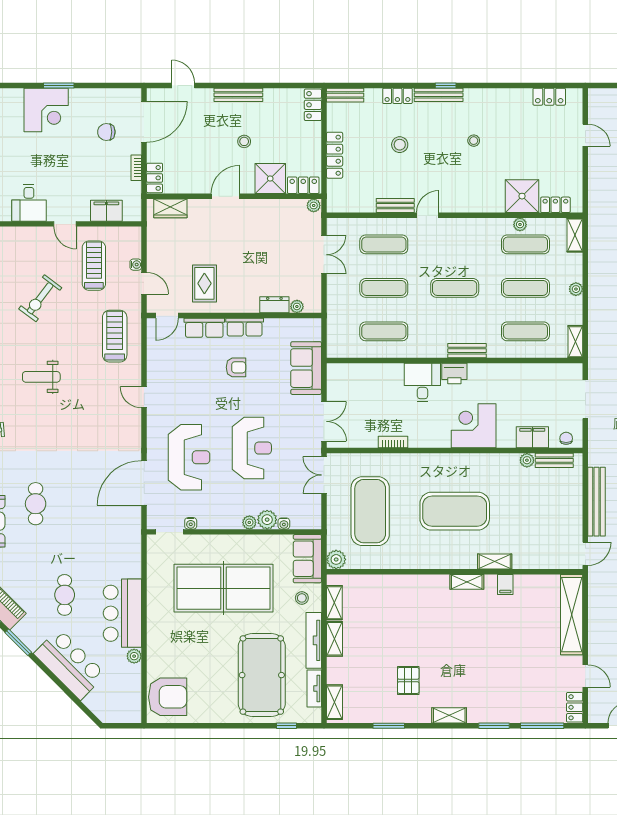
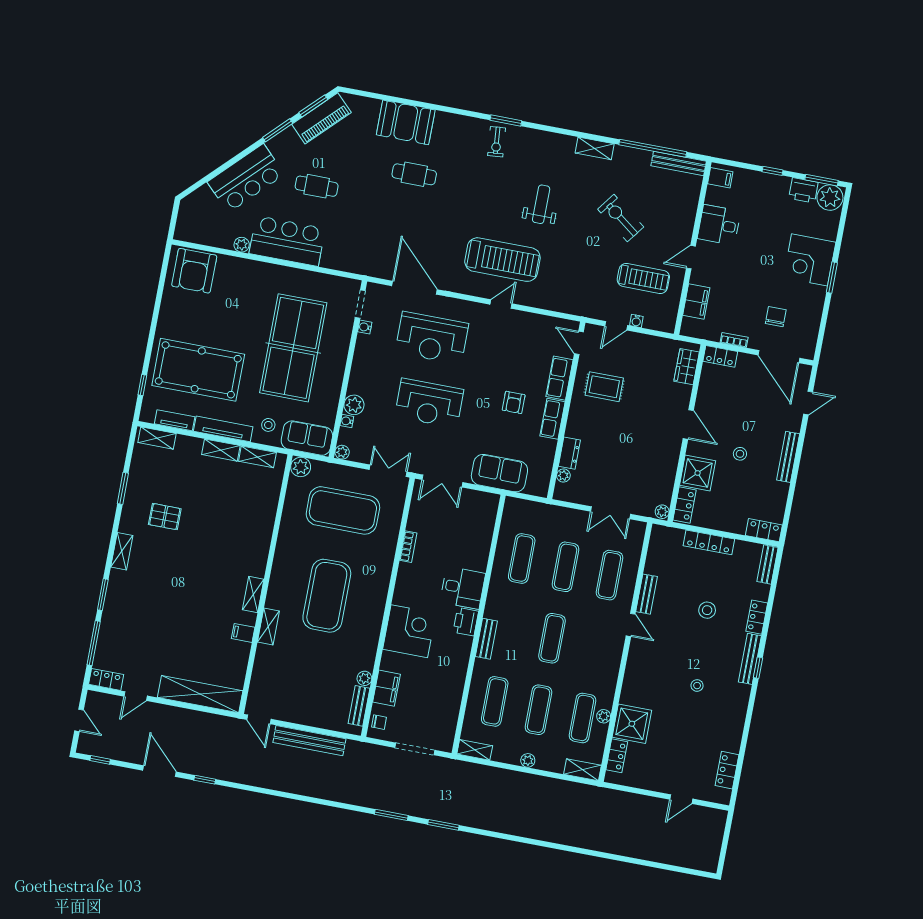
treadmill: (115, 336) -> (502, 260), moved, width x1.37, depth x1.38
plant: (249, 522) -> (342, 452), moved

